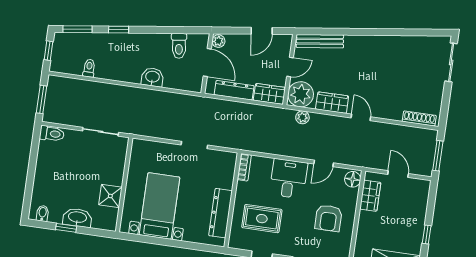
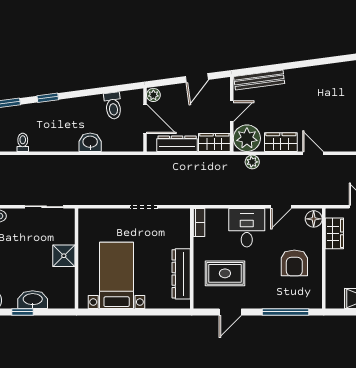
shower: (110, 196) -> (64, 256), moved

